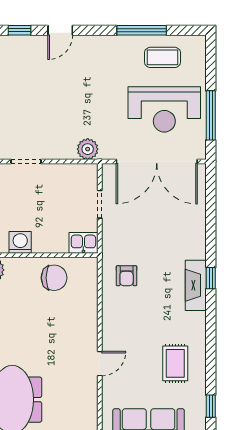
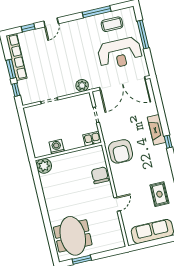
window: (211, 115) -> (143, 34), moved
armchair: (127, 276) -> (121, 151), width x1.88, depth x1.88
chair: (54, 278) -> (100, 175), moved, turned -90
fireplace: (196, 285) -> (157, 130), moved

